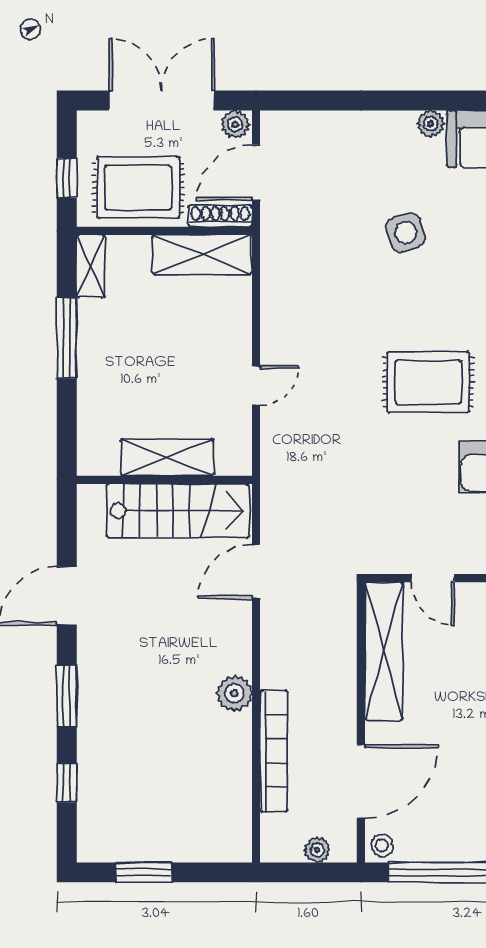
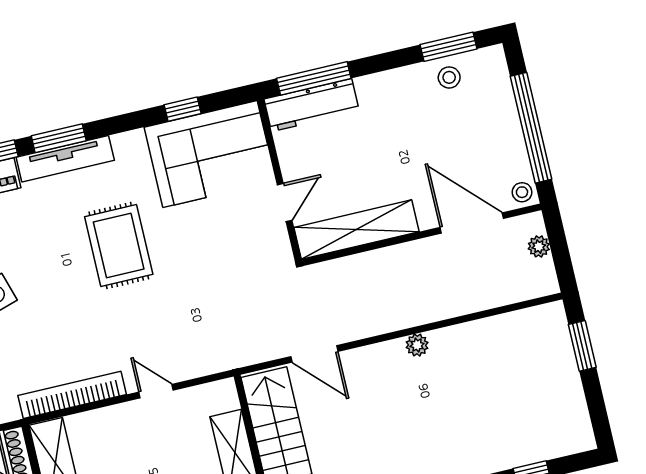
plant: (234, 693) -> (417, 345), width x0.73, depth x0.73
bookcase: (274, 751) -> (72, 395), moved
window: (144, 872) -> (582, 346), moved

